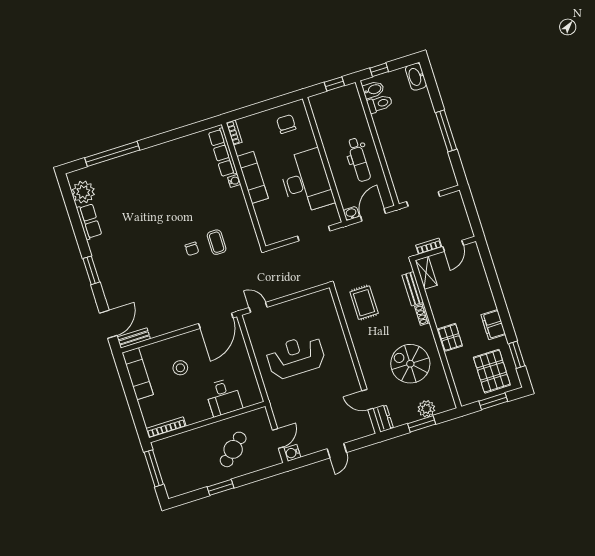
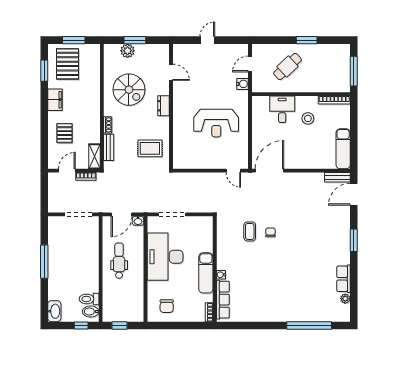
plant: (83, 192) -> (345, 299), width x0.53, depth x0.53
rug: (364, 303) -> (150, 148), turned 90
pallet: (450, 337) -> (65, 133), moved
stool: (180, 368) -> (308, 118), moved
dresser: (383, 418) -> (164, 106), moved
water cooler: (292, 453) -> (243, 84), moved

